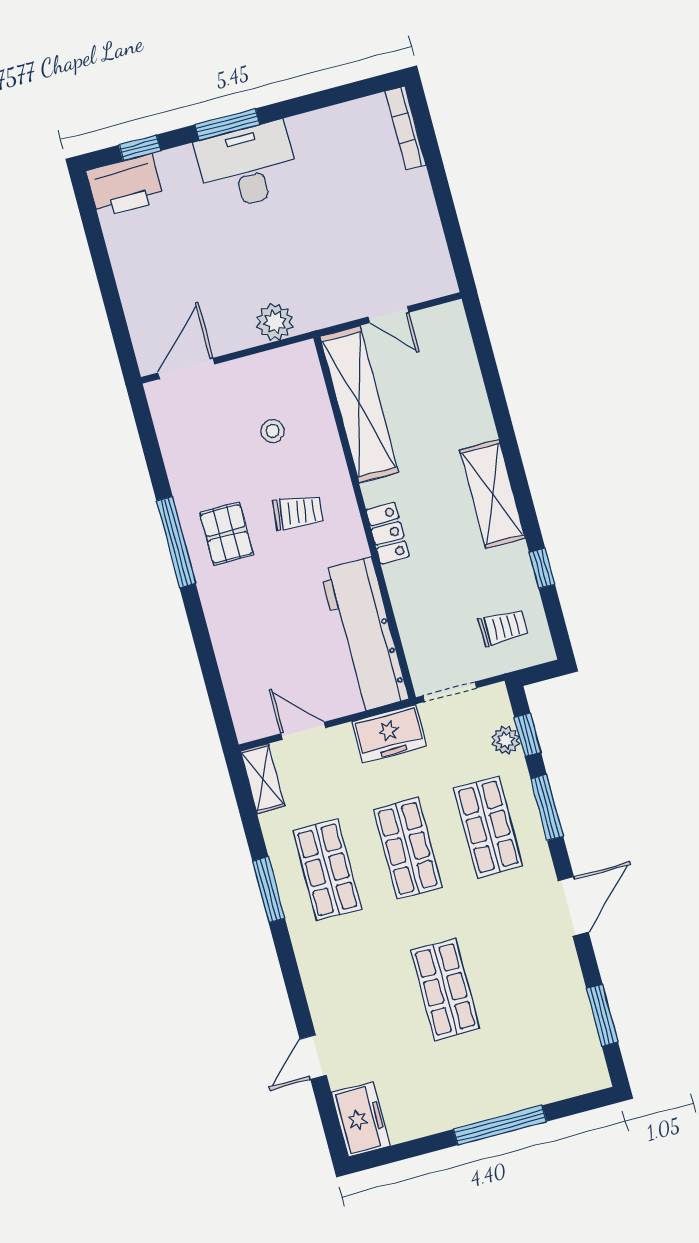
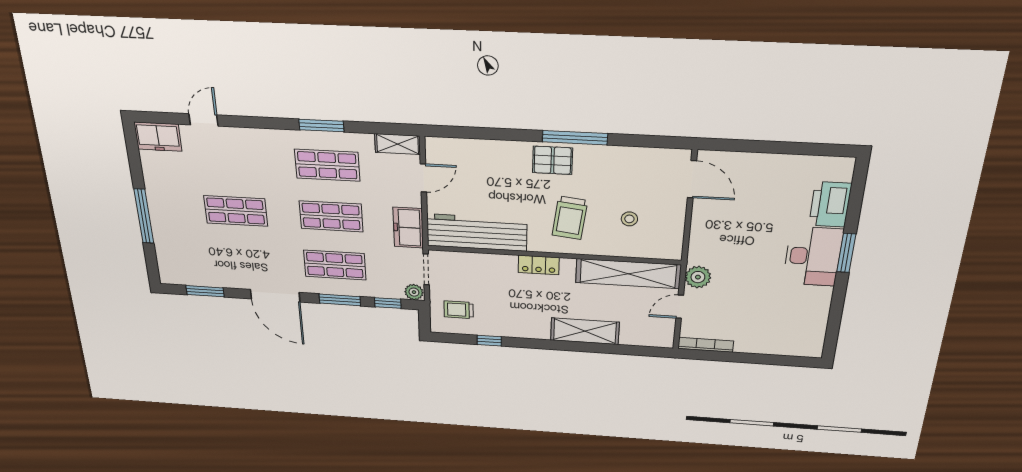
bookcase: (405, 128) -> (706, 345), moved
window: (140, 148) -> (856, 196), removed
printer: (125, 186) -> (830, 204), moved
plant: (275, 322) -> (698, 277), moved
shelving: (492, 494) -> (585, 331), moved
trolley: (298, 512) -> (570, 218), width x1.36, depth x1.39
pallet: (227, 534) -> (553, 160), moved
trolley: (503, 627) -> (459, 310), turned 90
plant: (506, 740) -> (414, 292), moved
door: (573, 906) -> (275, 296), width x1.36
door: (313, 1057) -> (204, 120), hinge flipped

